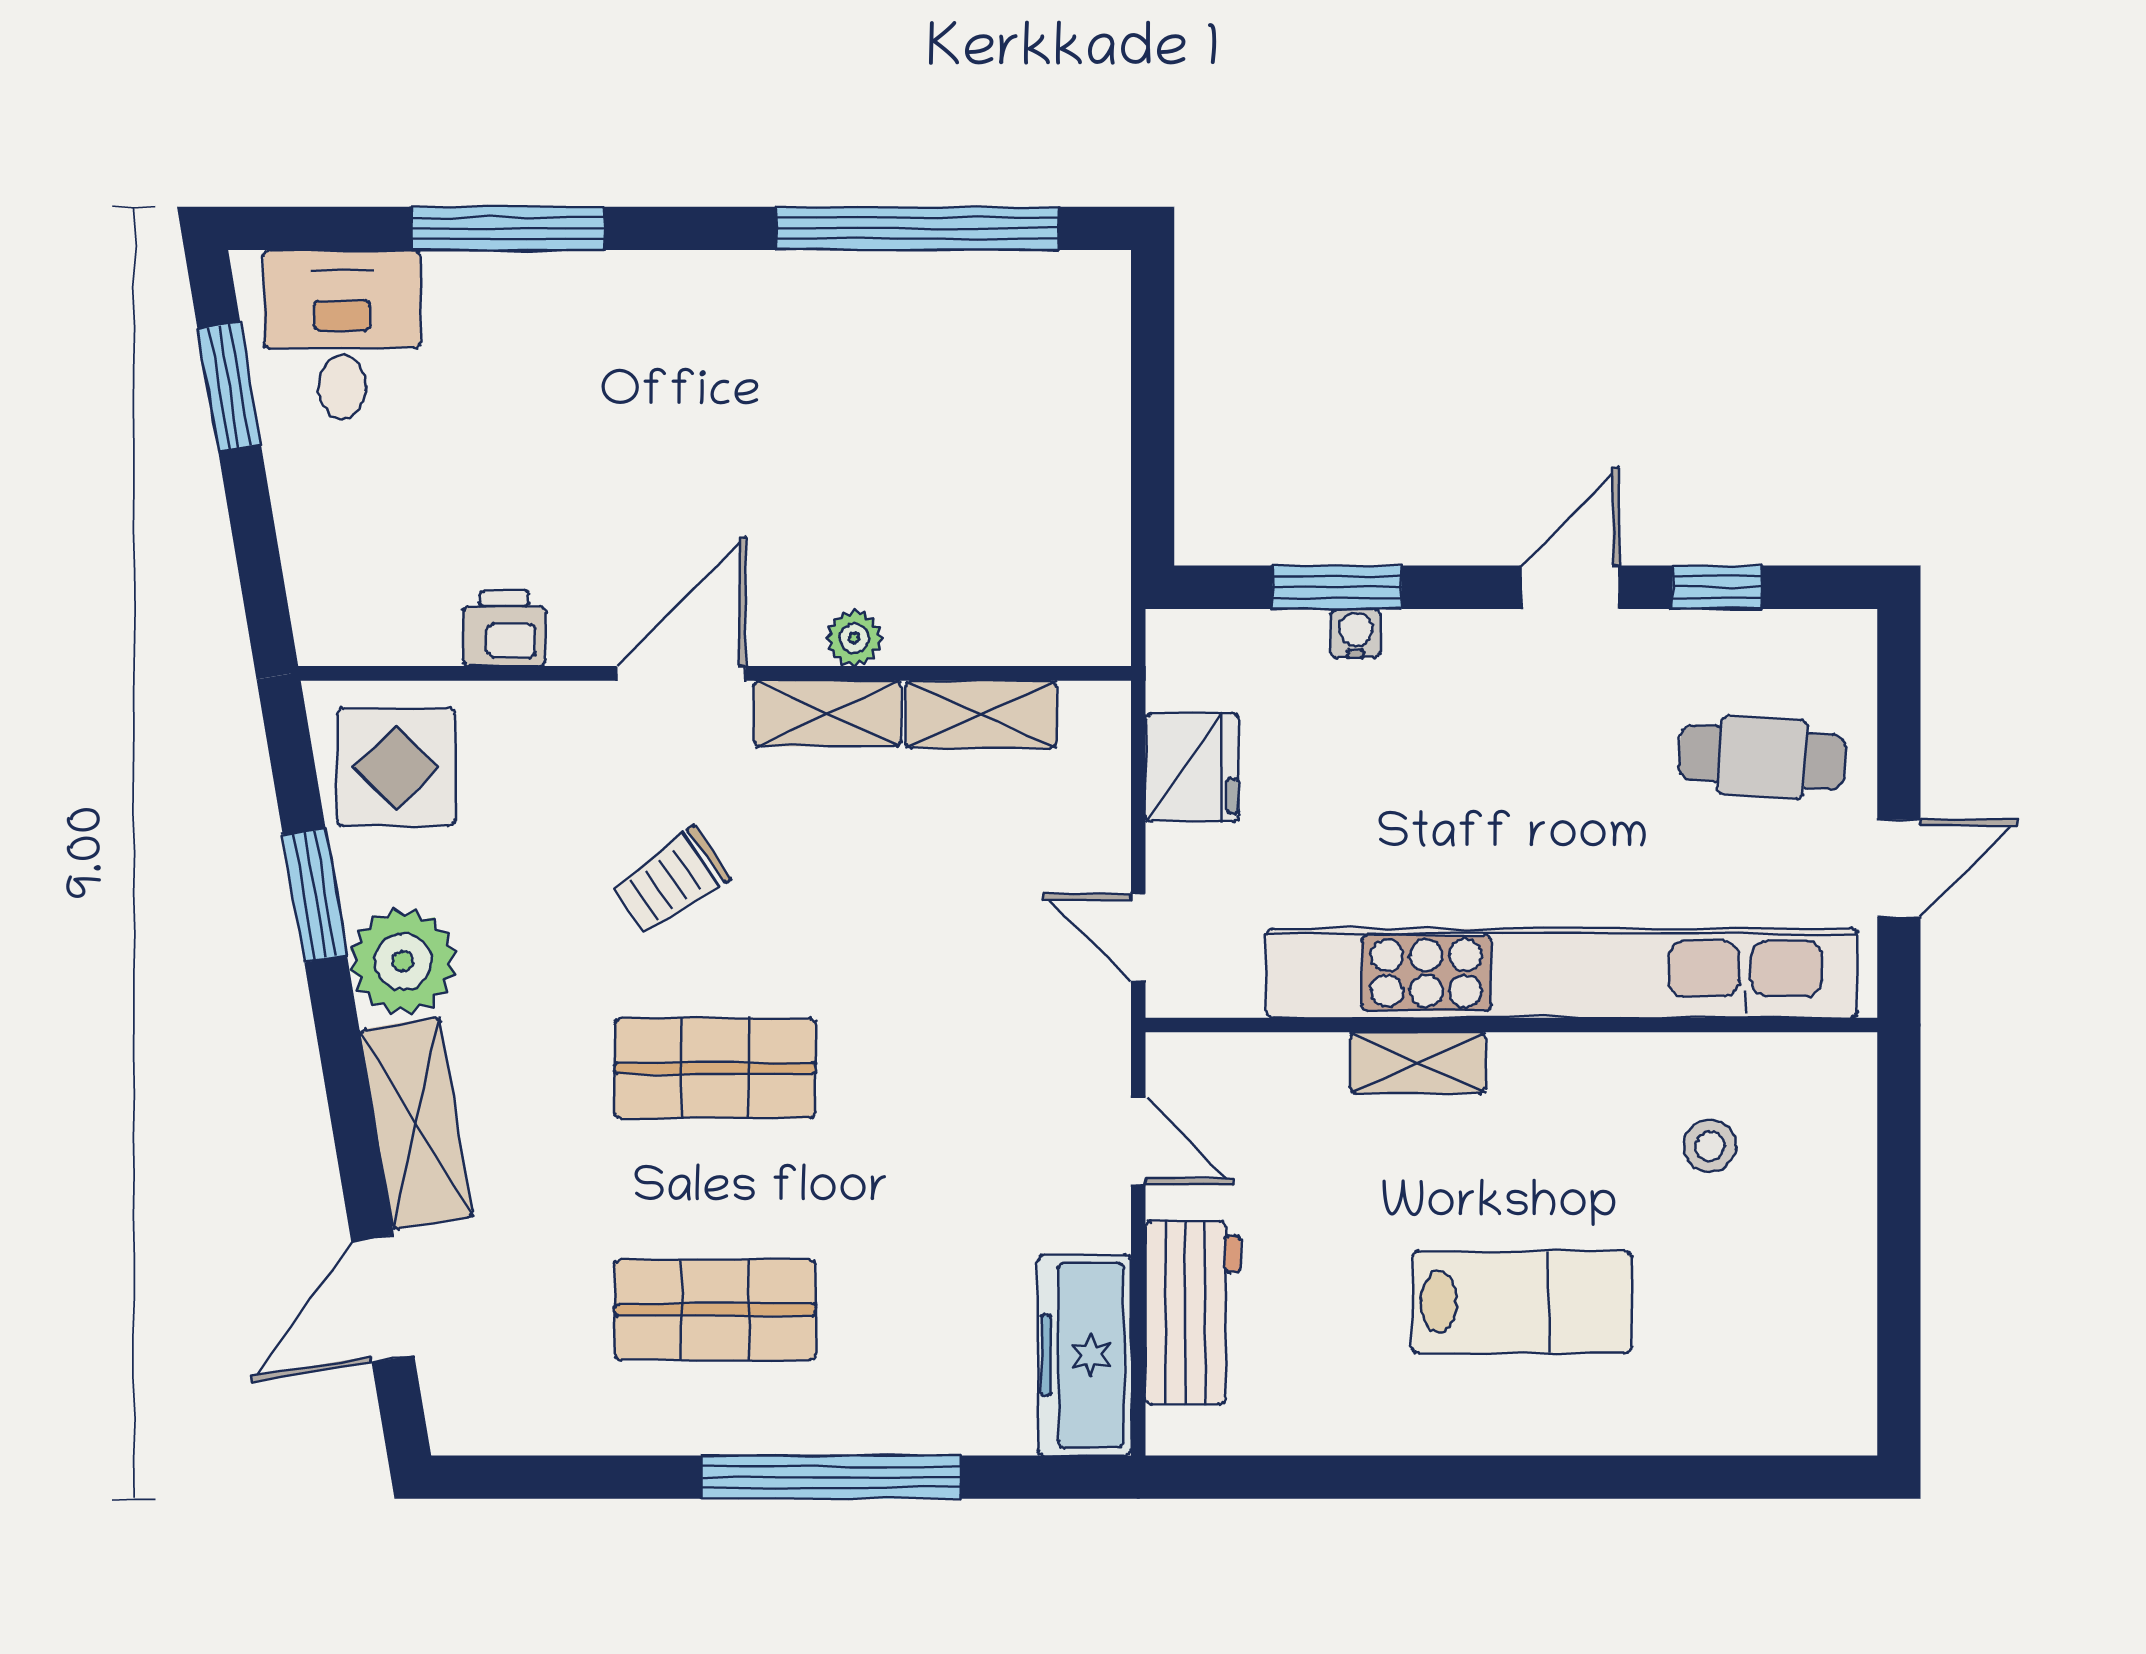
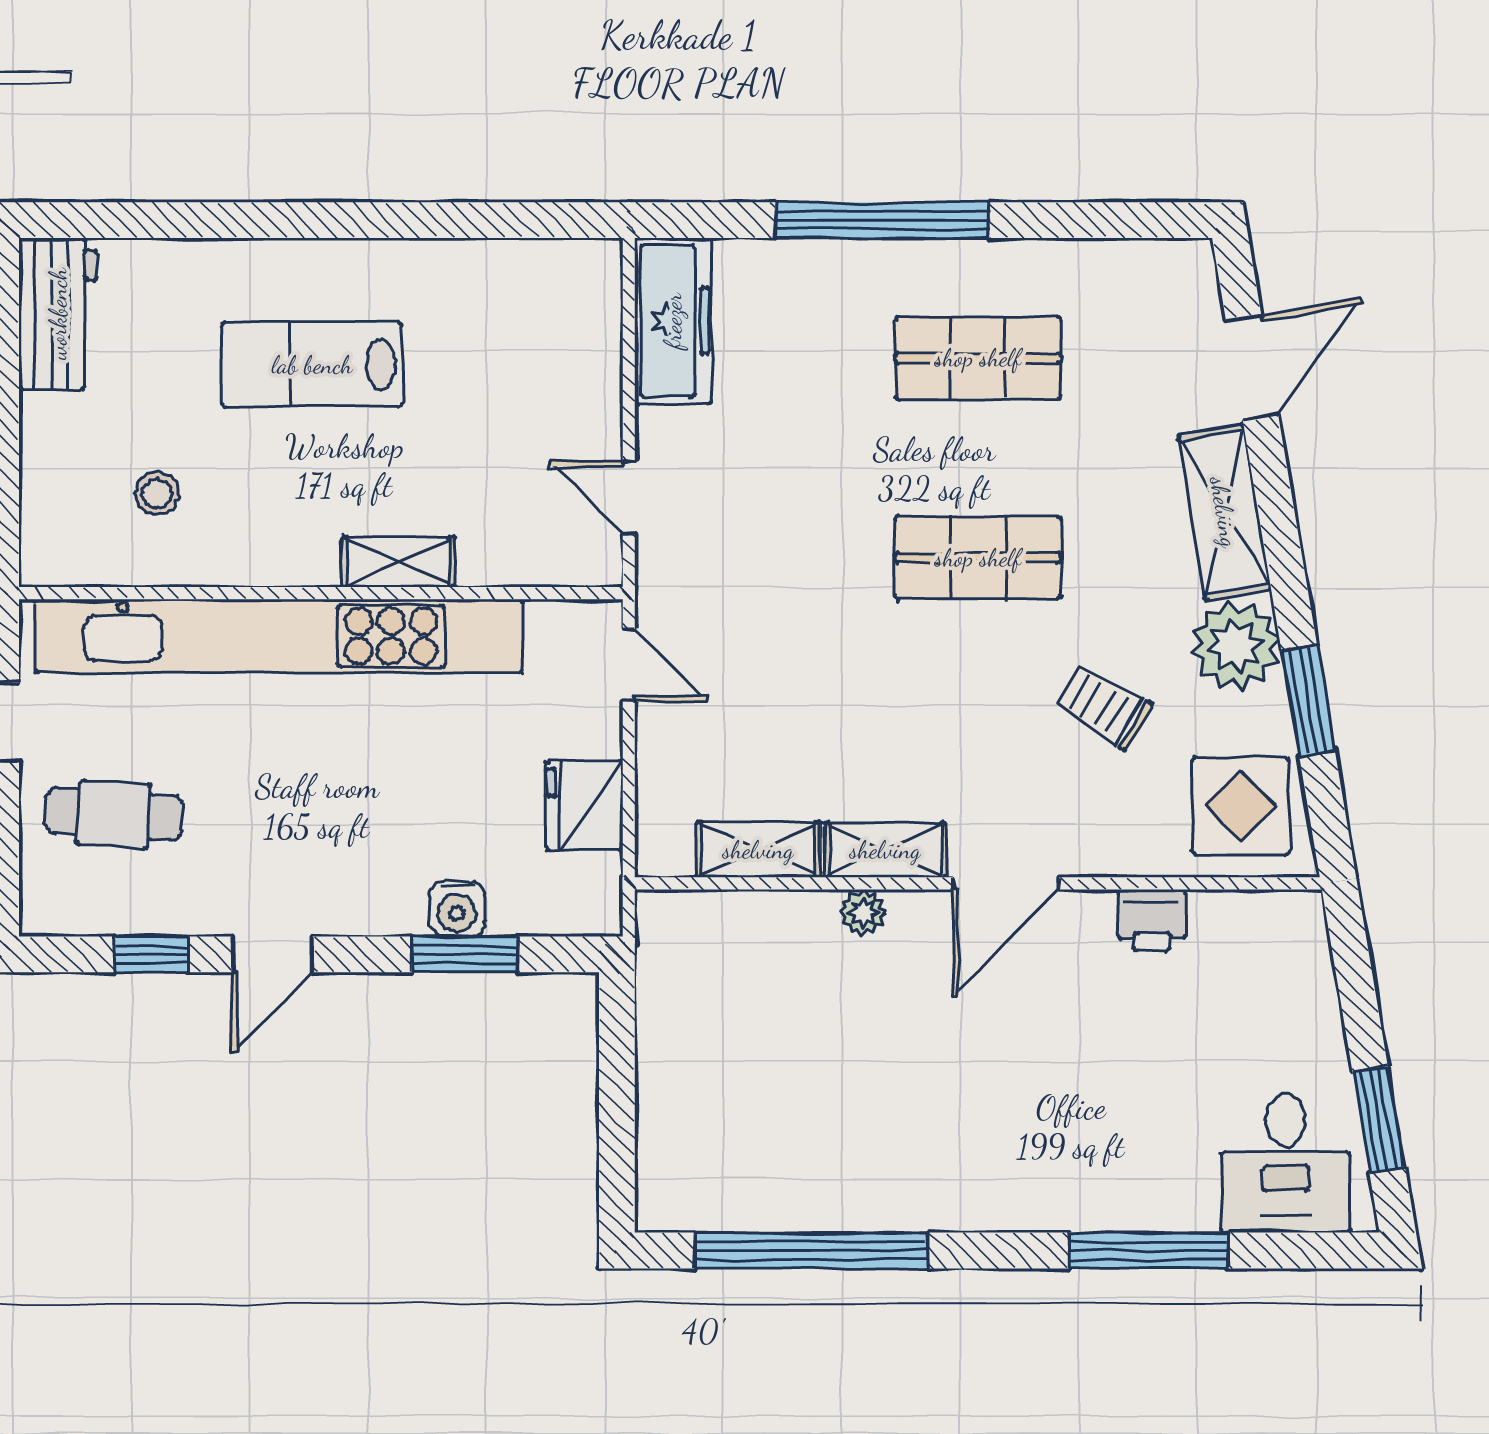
water cooler: (1356, 633) -> (457, 909), width x1.38, depth x1.38
trolley: (671, 881) -> (1103, 706), moved, turned -114
workbench: (1193, 1313) -> (58, 314), moved, turned 180

